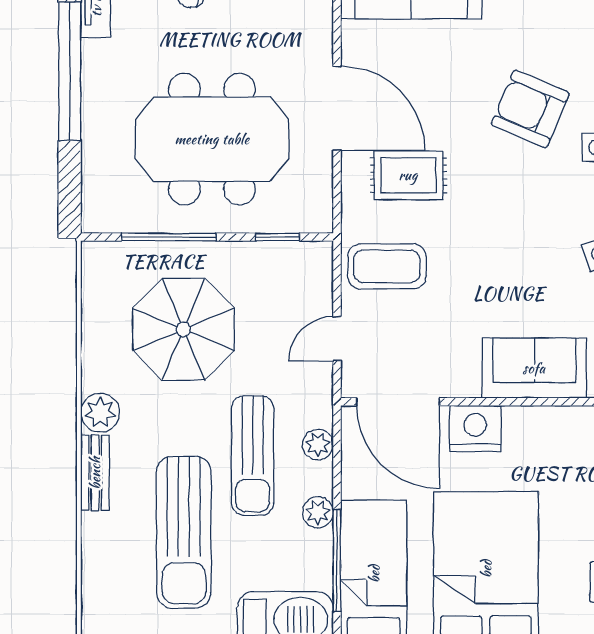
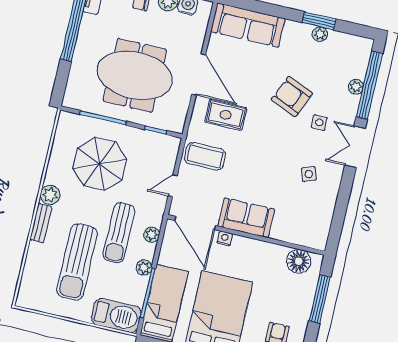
sofa: (534, 368) -> (246, 218), moved
nightstand: (475, 428) -> (225, 238), width x0.53, depth x0.56

